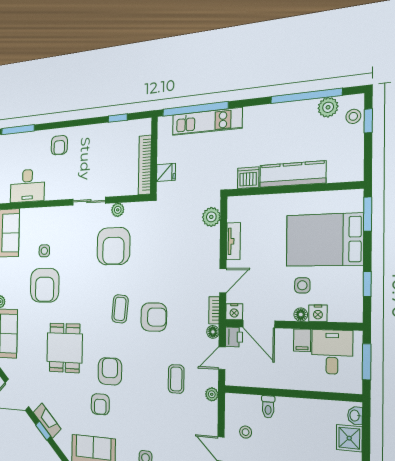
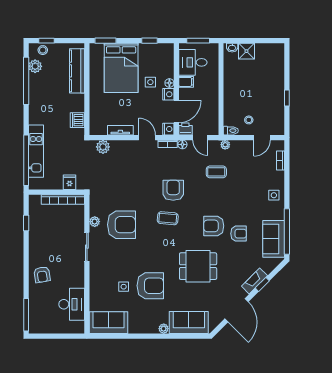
armchair: (59, 145) -> (42, 275), turned 81
kitchen counter: (292, 174) -> (77, 71), moved
nightstand: (318, 313) -> (168, 94), moved
toilet: (268, 407) -> (231, 131), moved

